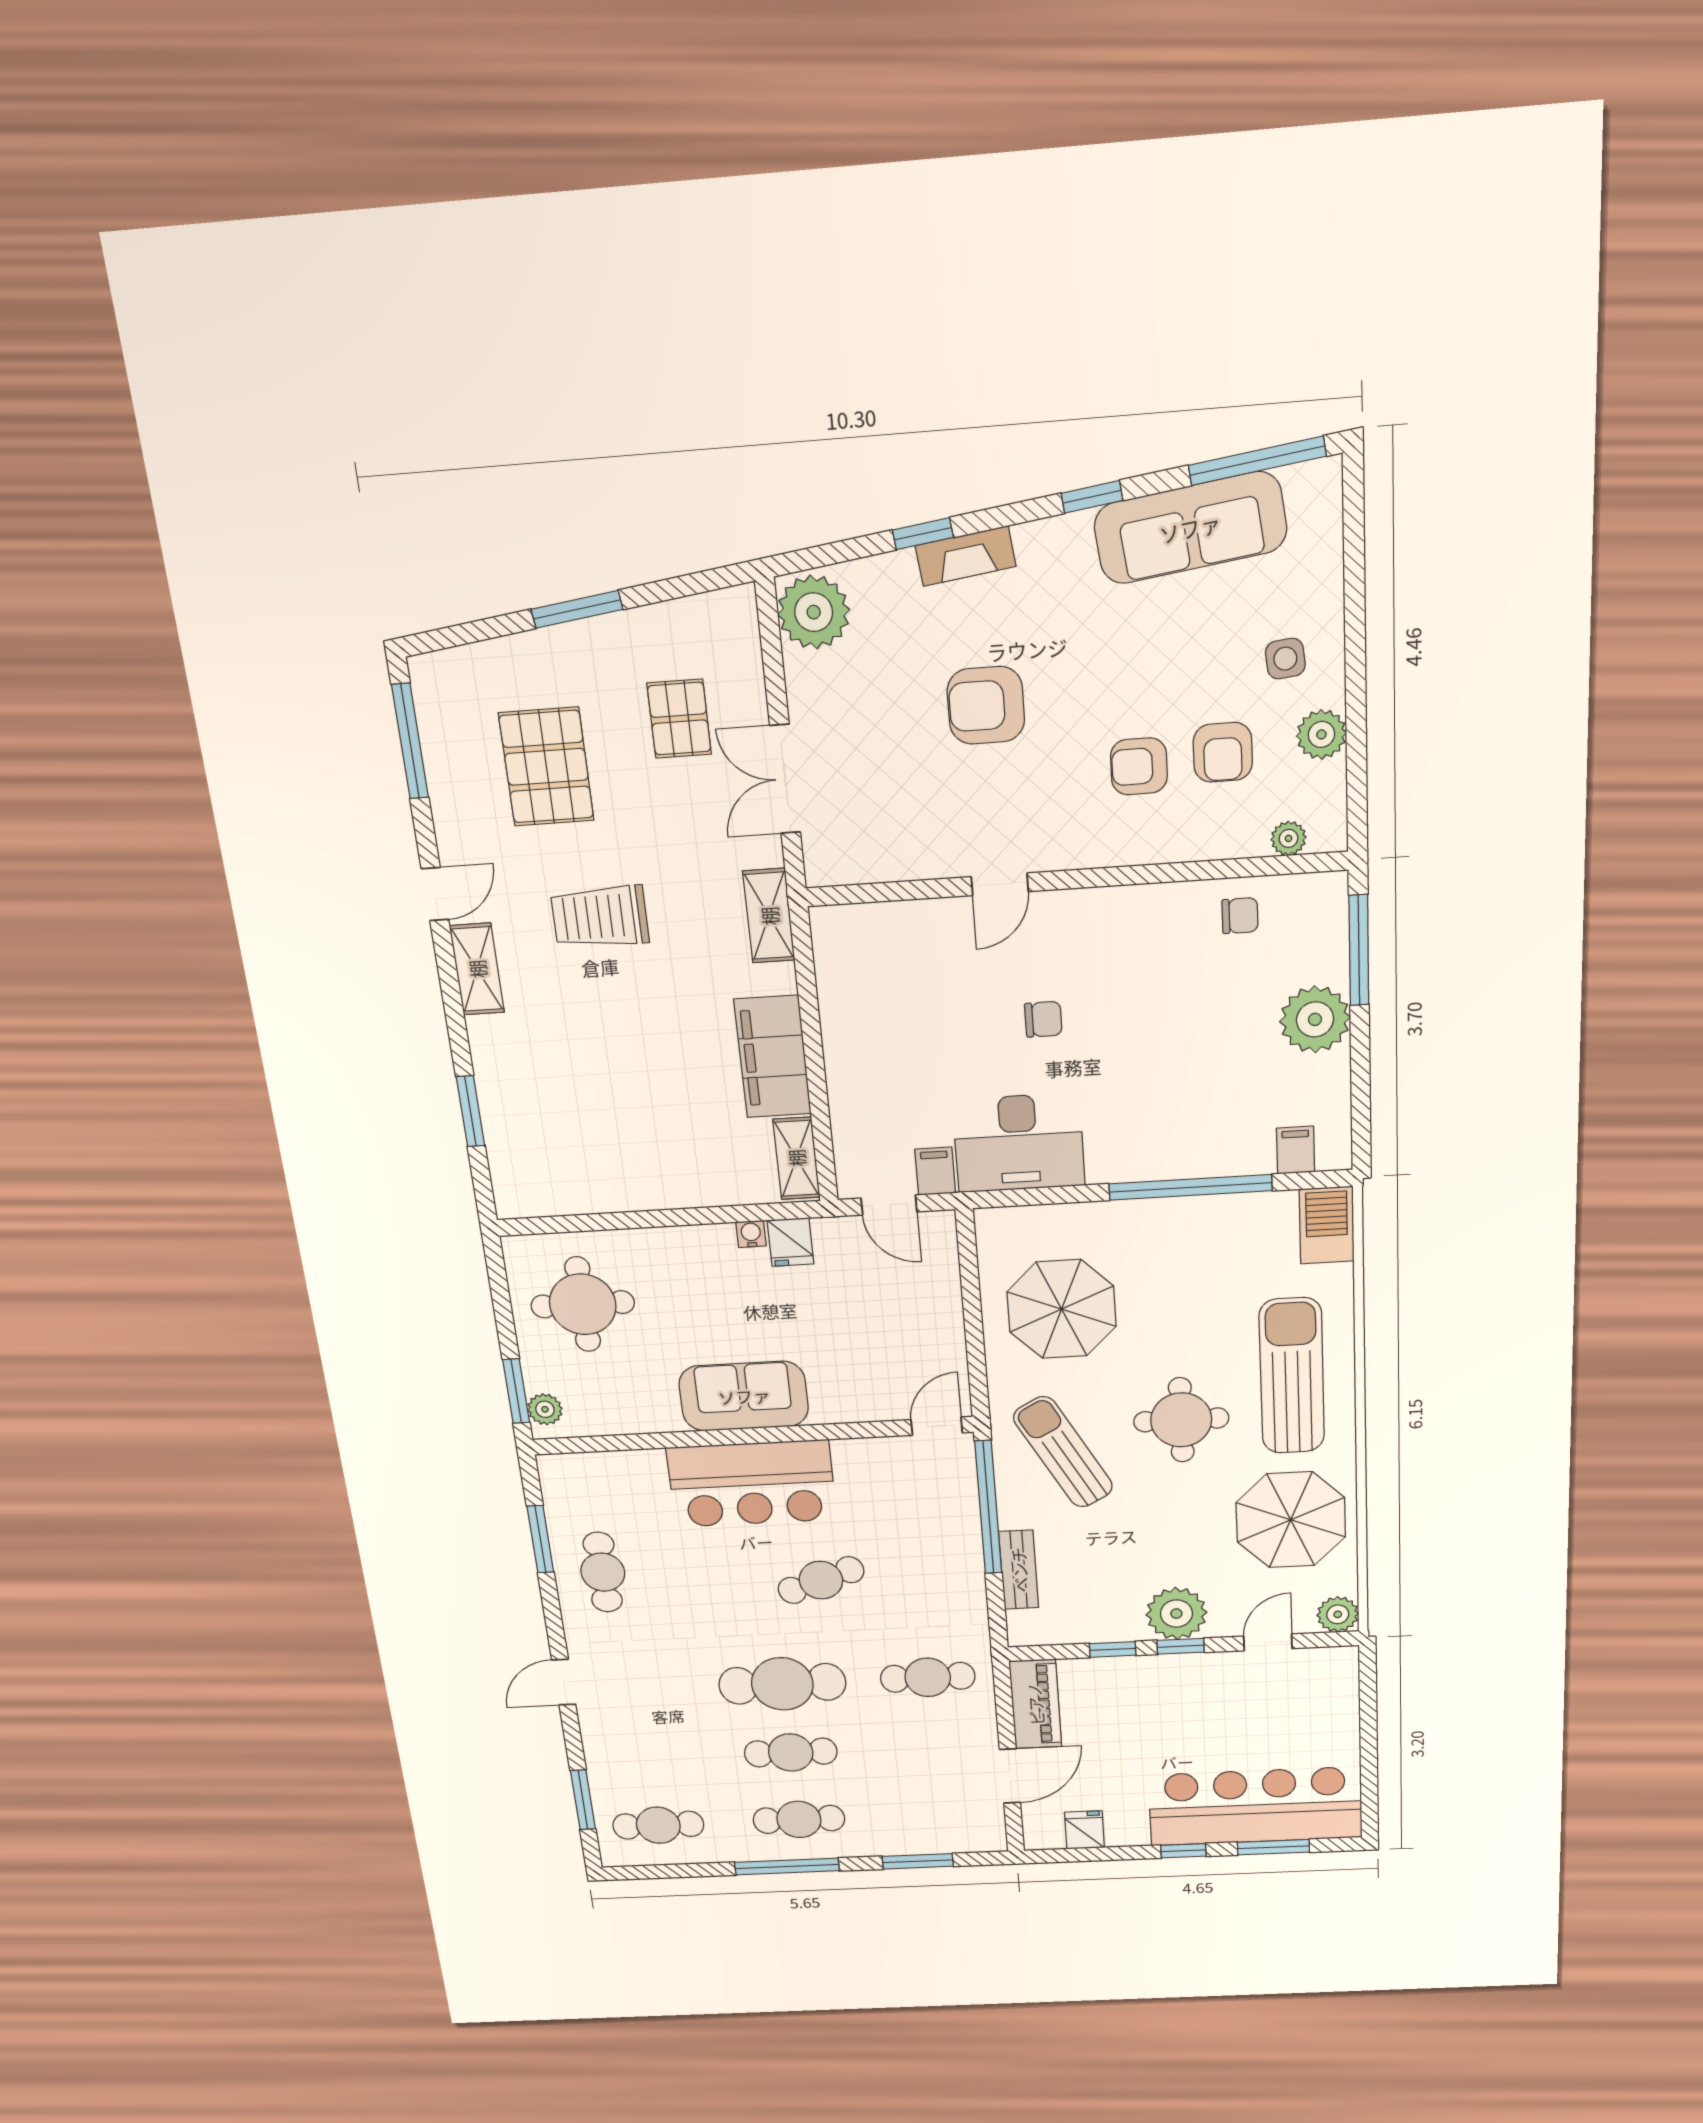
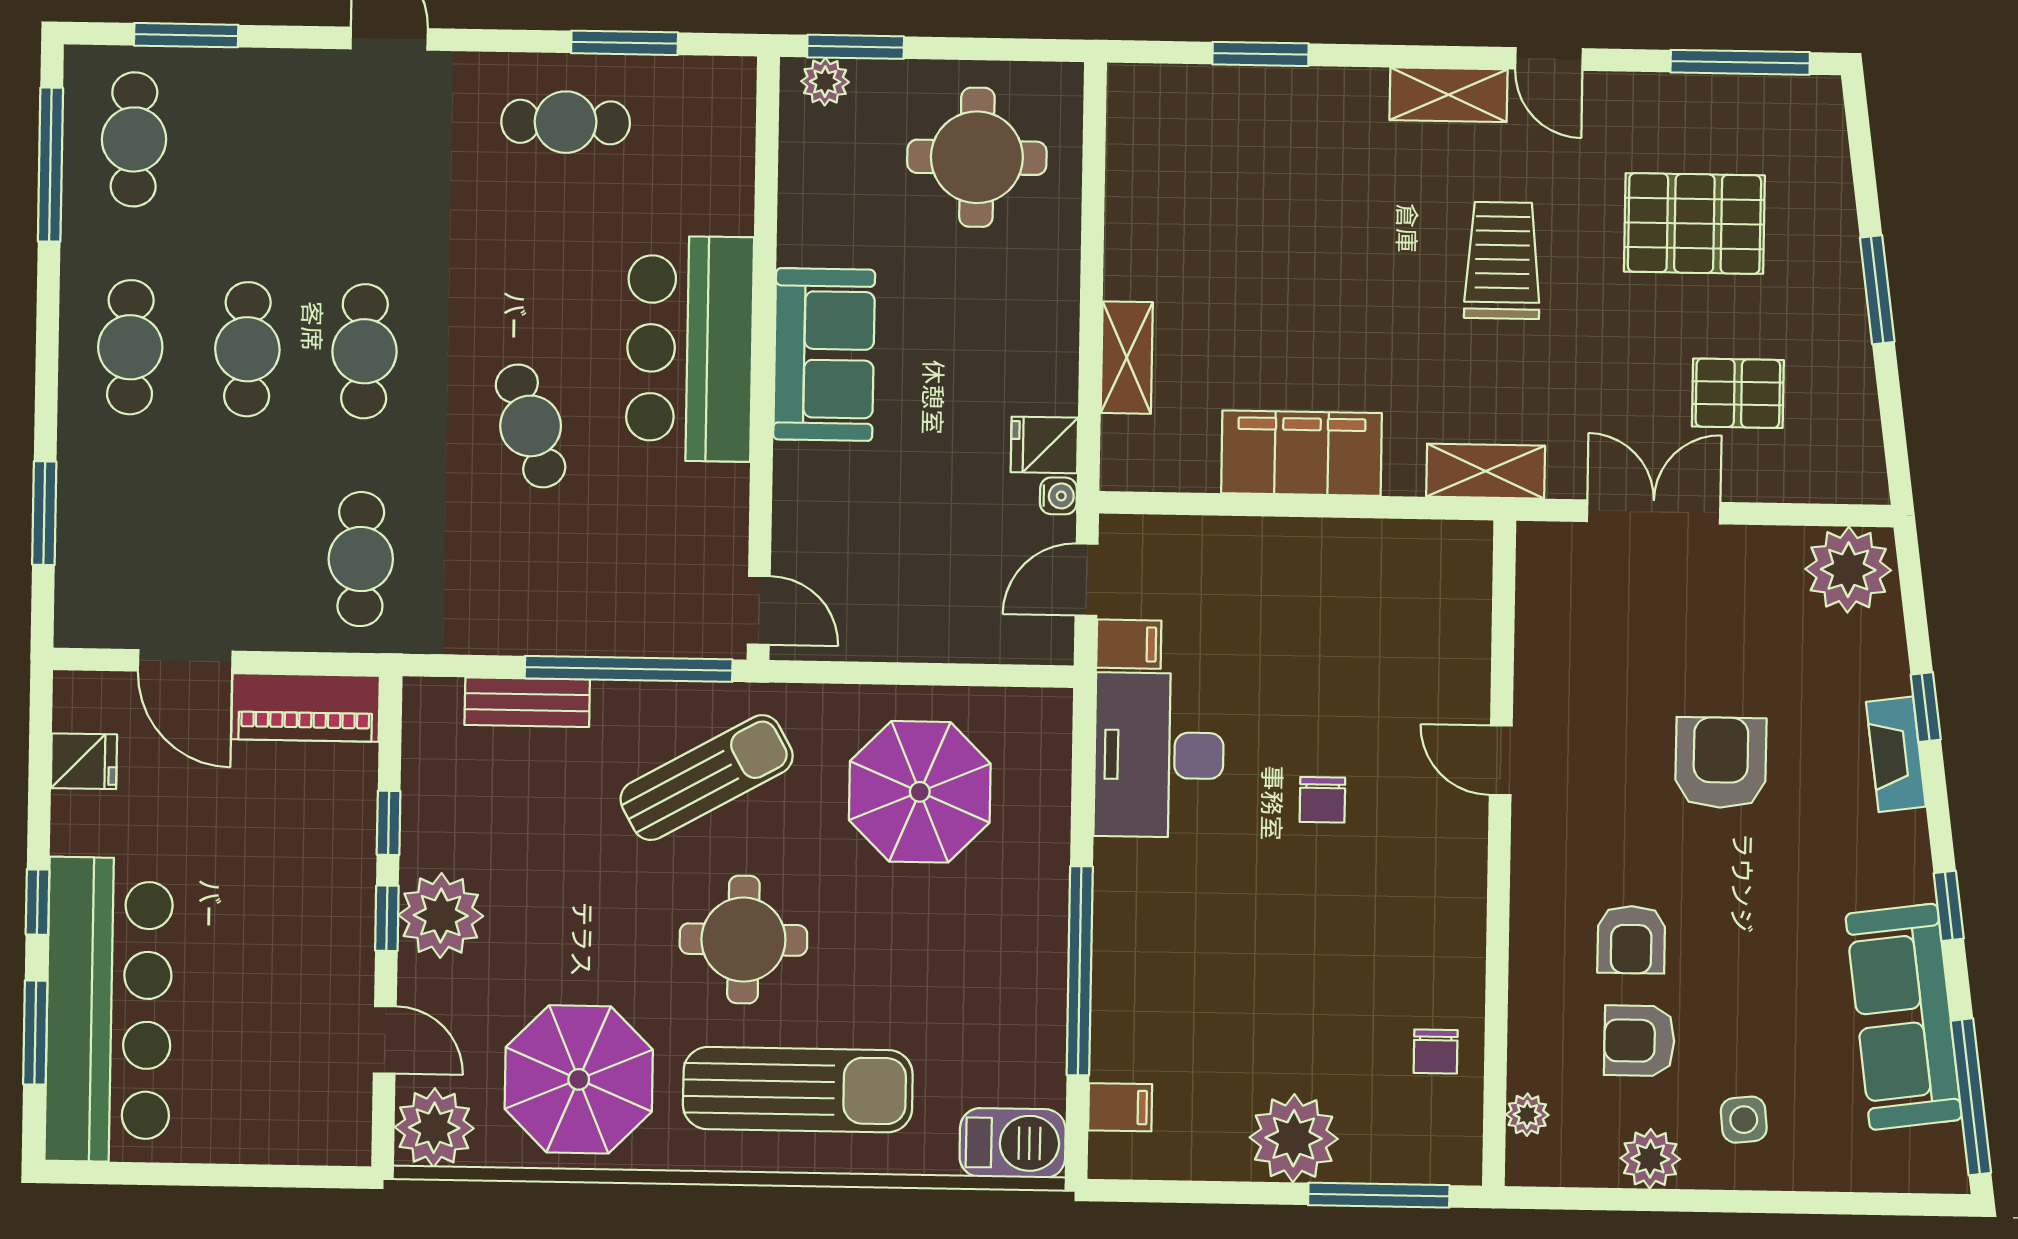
armchair: (1139, 766) -> (1631, 940), turned 180
shelving: (796, 1158) -> (1127, 358), moved, turned 90
water cooler: (751, 1234) -> (1058, 496), moved
plant: (1338, 1614) -> (434, 1128), width x1.36, depth x1.36
cafe table: (782, 1684) -> (364, 351), width x0.73, depth x0.74
window: (787, 1867) -> (50, 165), moved

